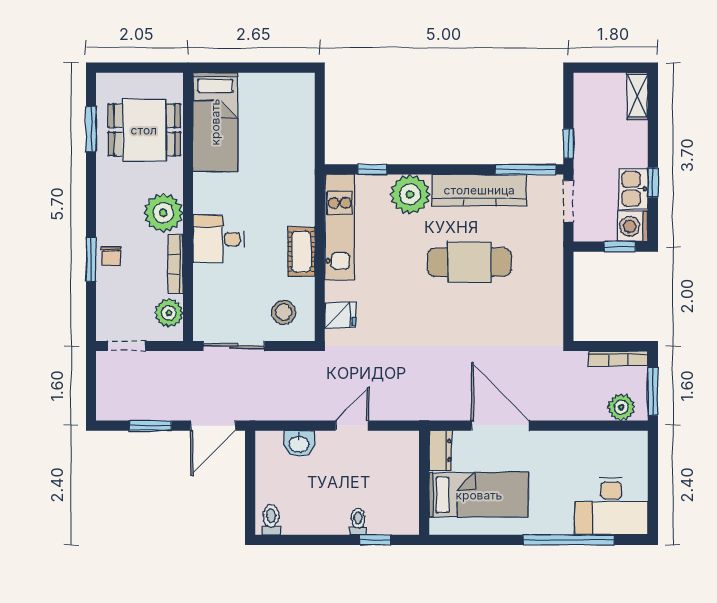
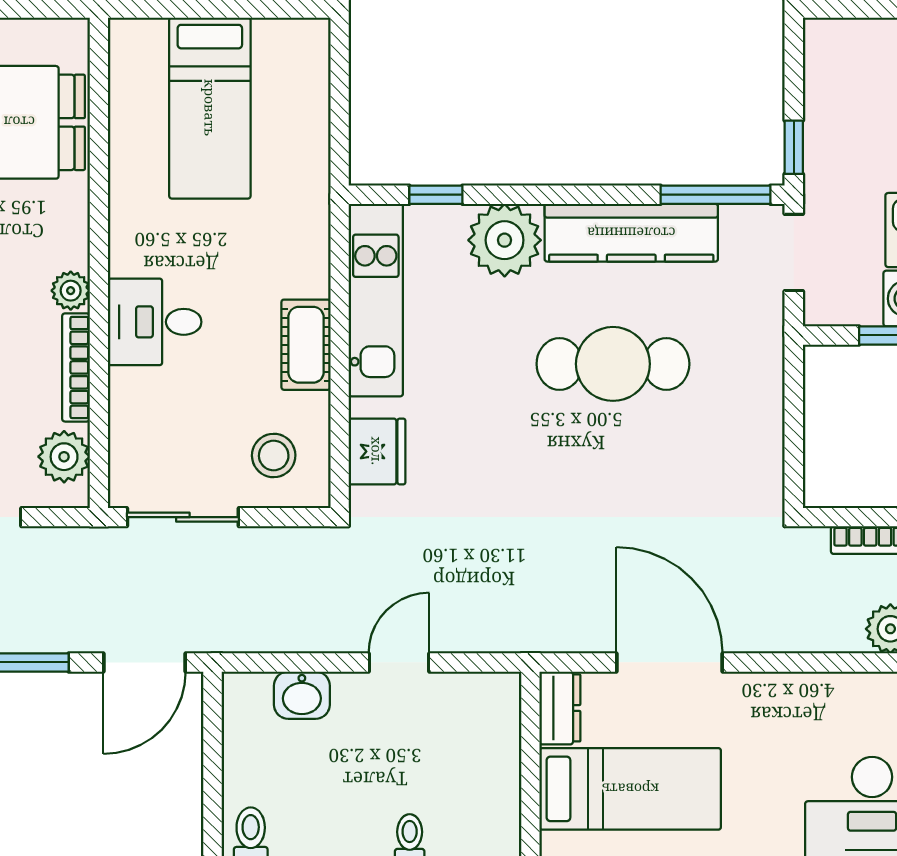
bed: (215, 122) -> (210, 108), moved
plant: (163, 213) -> (71, 291), width x0.53, depth x0.53
fridge: (340, 315) -> (377, 451), width x1.38

